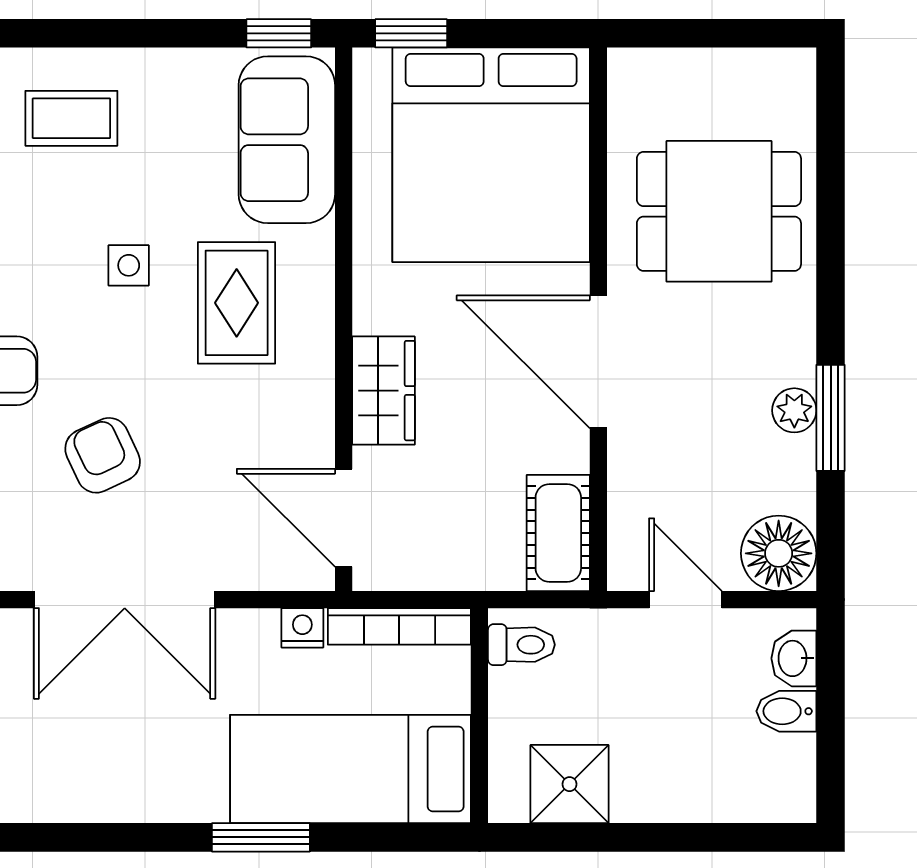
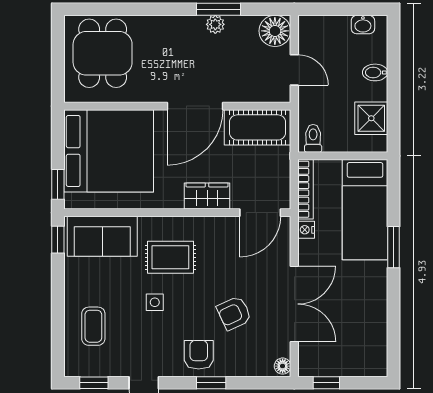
dining table: (719, 211) -> (103, 53), moved
cot: (558, 533) -> (258, 127), width x1.37, depth x1.34
door: (685, 600) -> (294, 70), swing flipped
washbasin: (794, 658) -> (363, 25), moved
bidet: (786, 711) -> (375, 72), moved, turned 90

